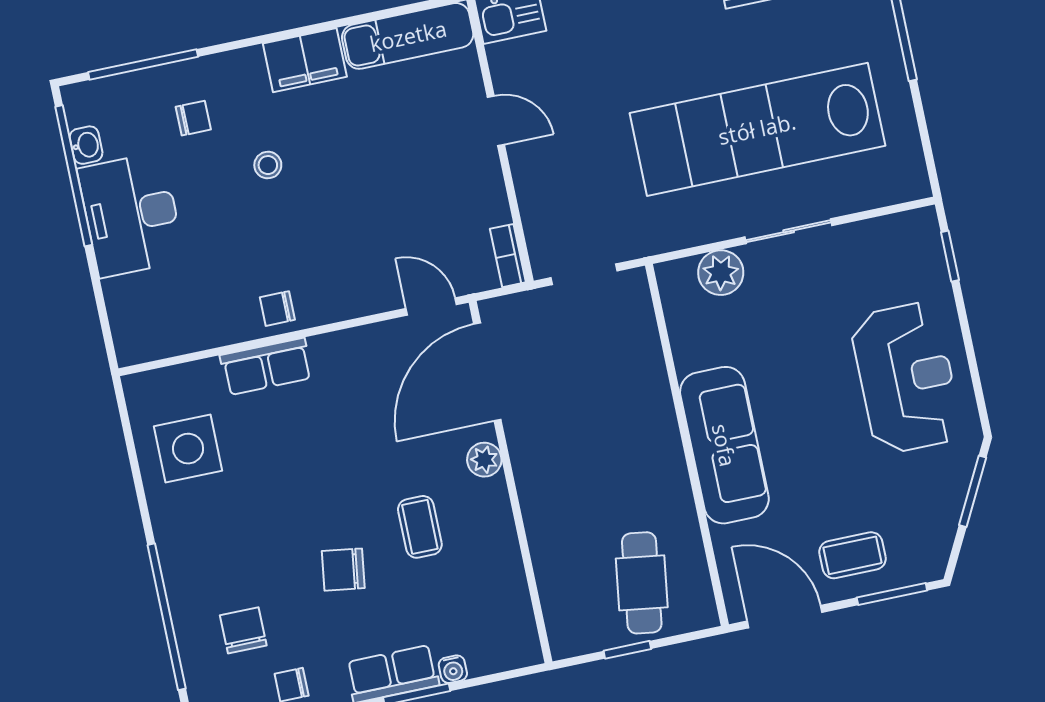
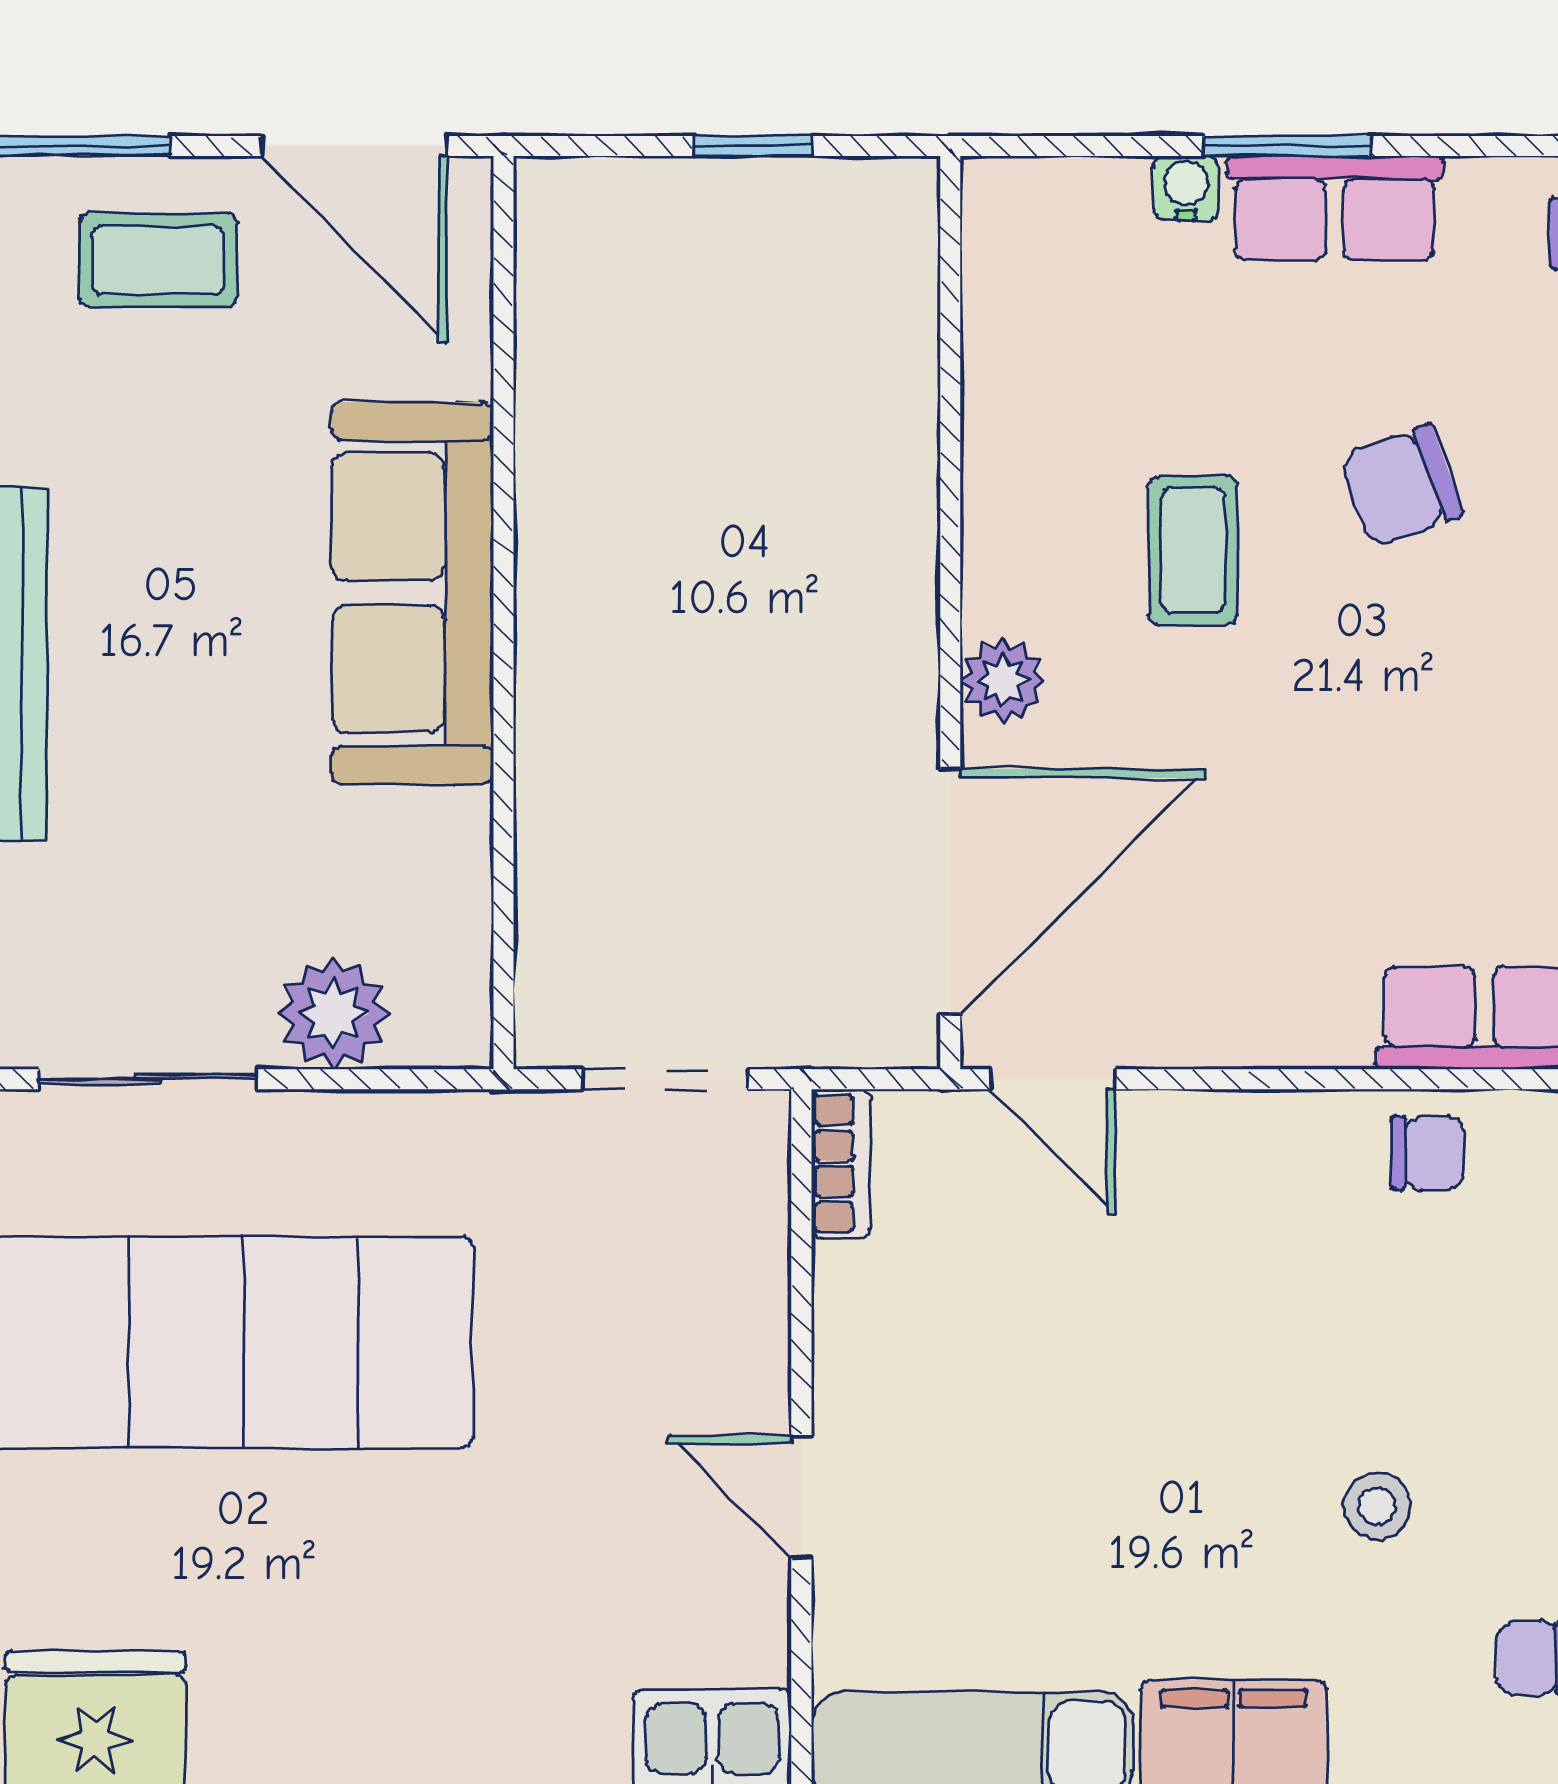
chair: (343, 570) -> (1401, 486), turned 152
cafe table: (642, 583) -> (683, 301), removed

